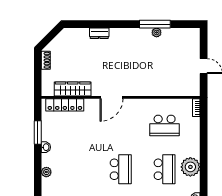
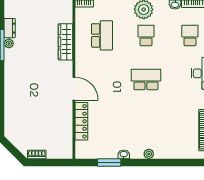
dresser: (99, 33) -> (10, 28), moved
wardrobe: (73, 89) -> (66, 42), moved
locker: (65, 105) -> (81, 121), moved
school desk: (165, 169) -> (146, 35), width x0.54

